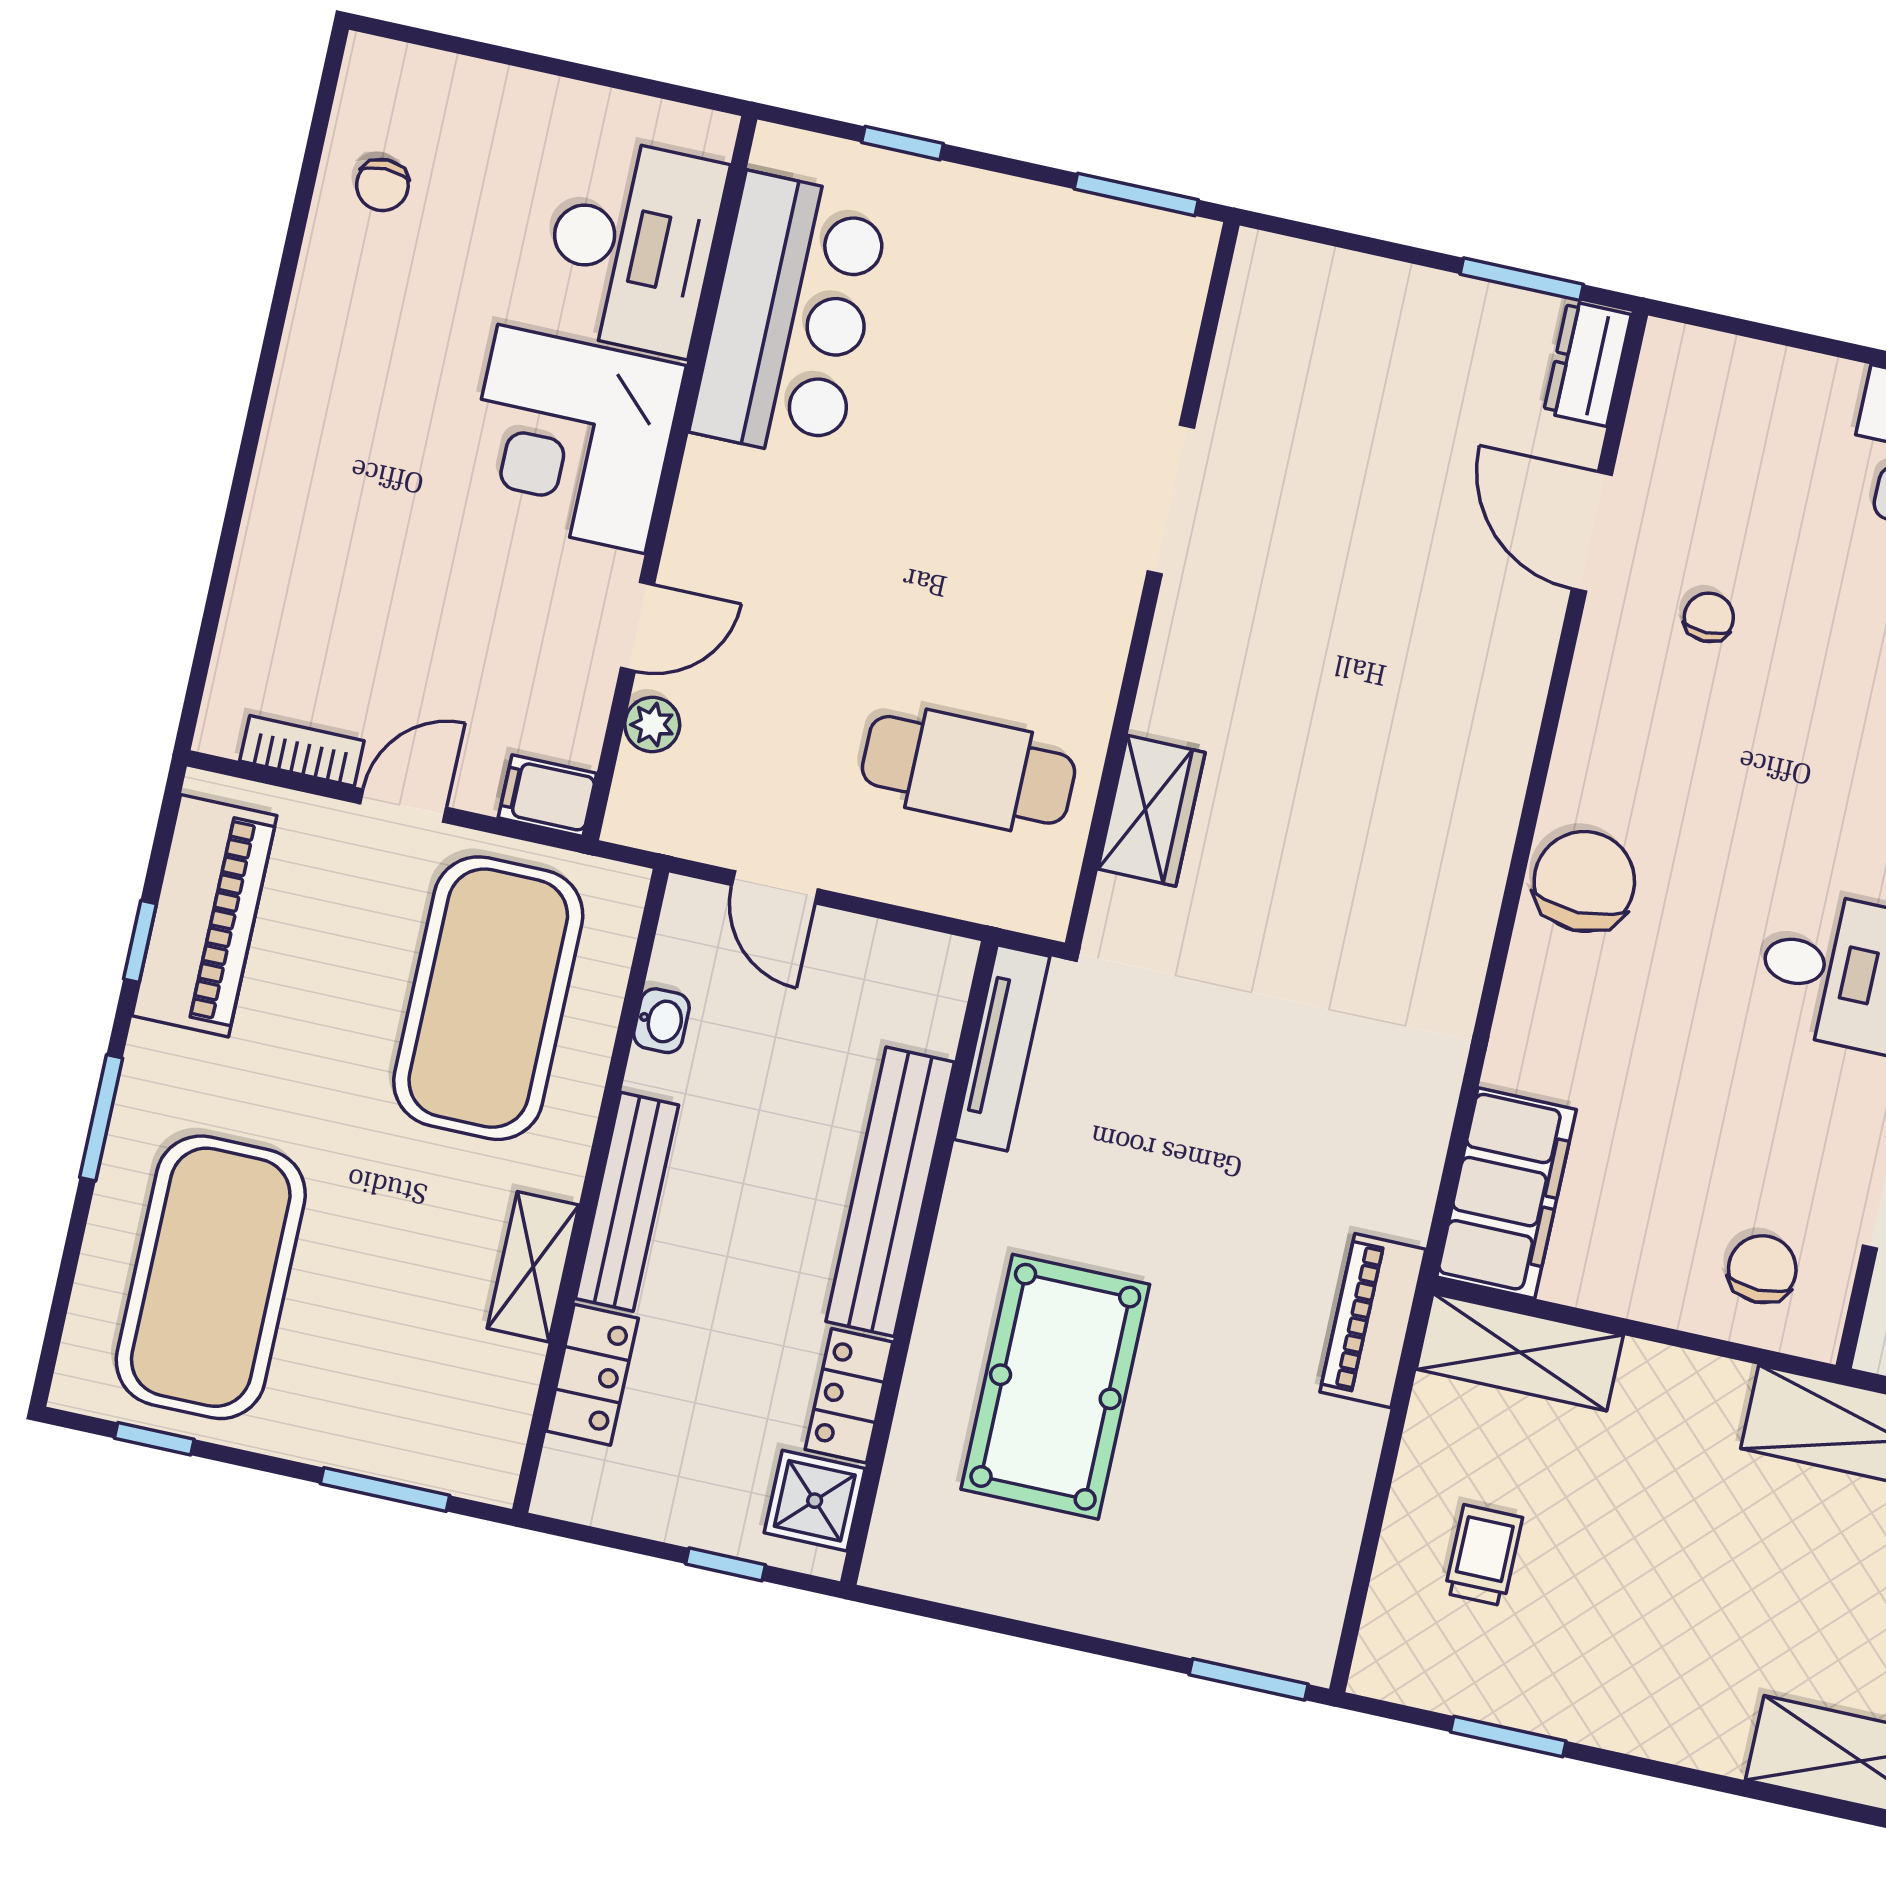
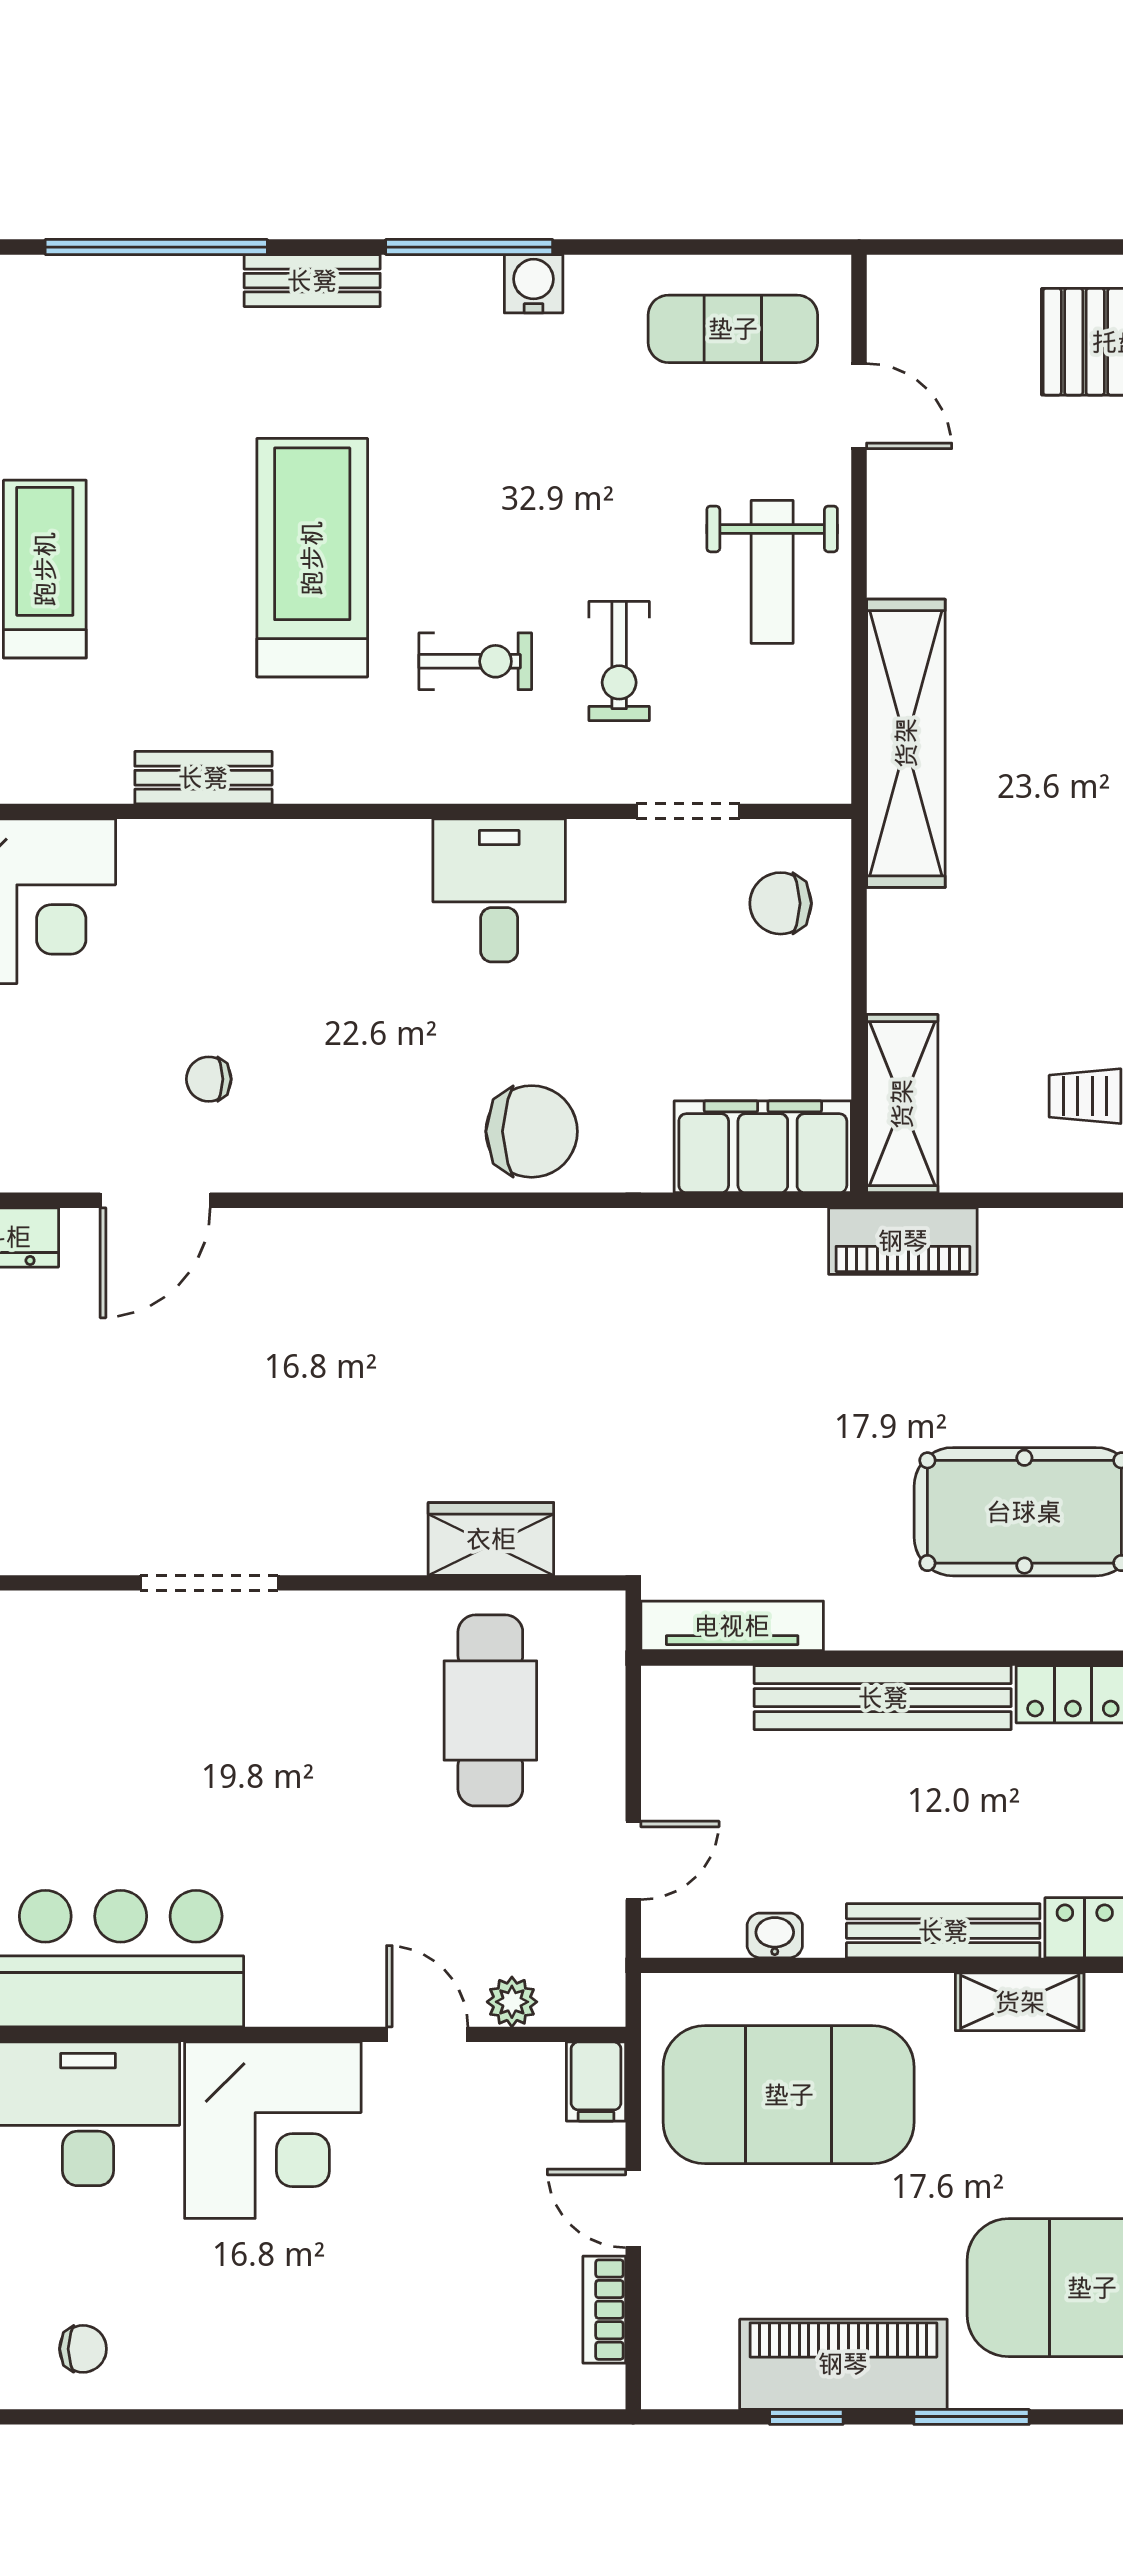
chair: (1584, 881) -> (532, 1131), moved, turned 180
piano: (204, 916) -> (843, 2364), moved

